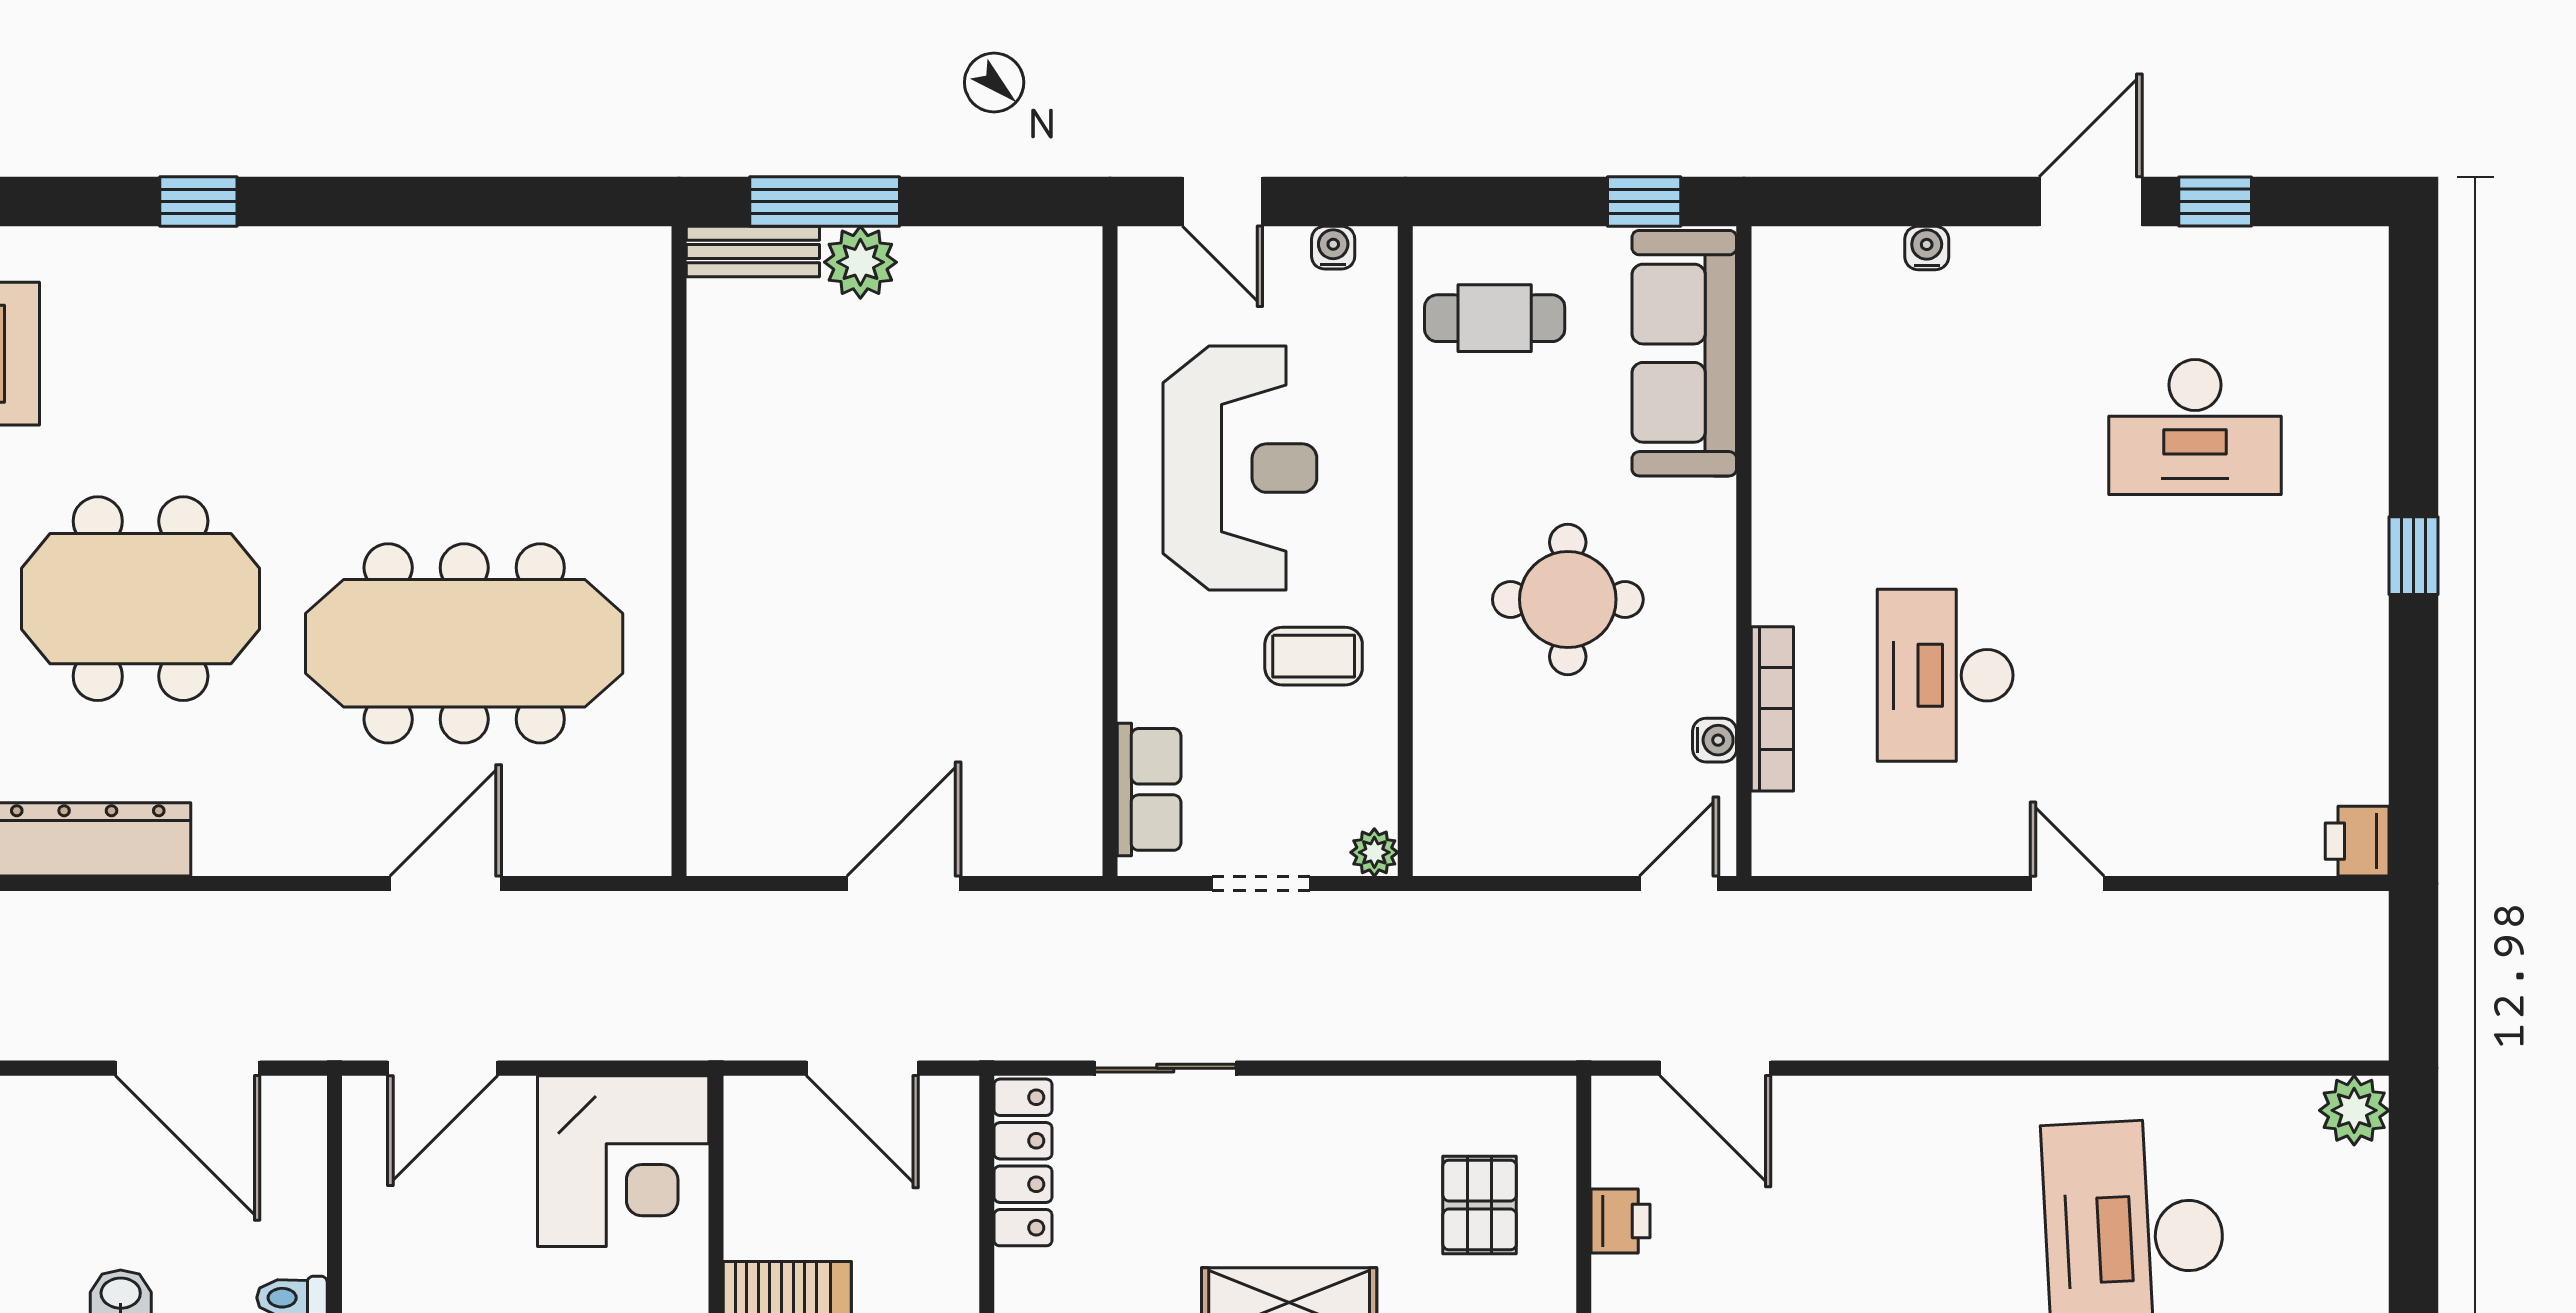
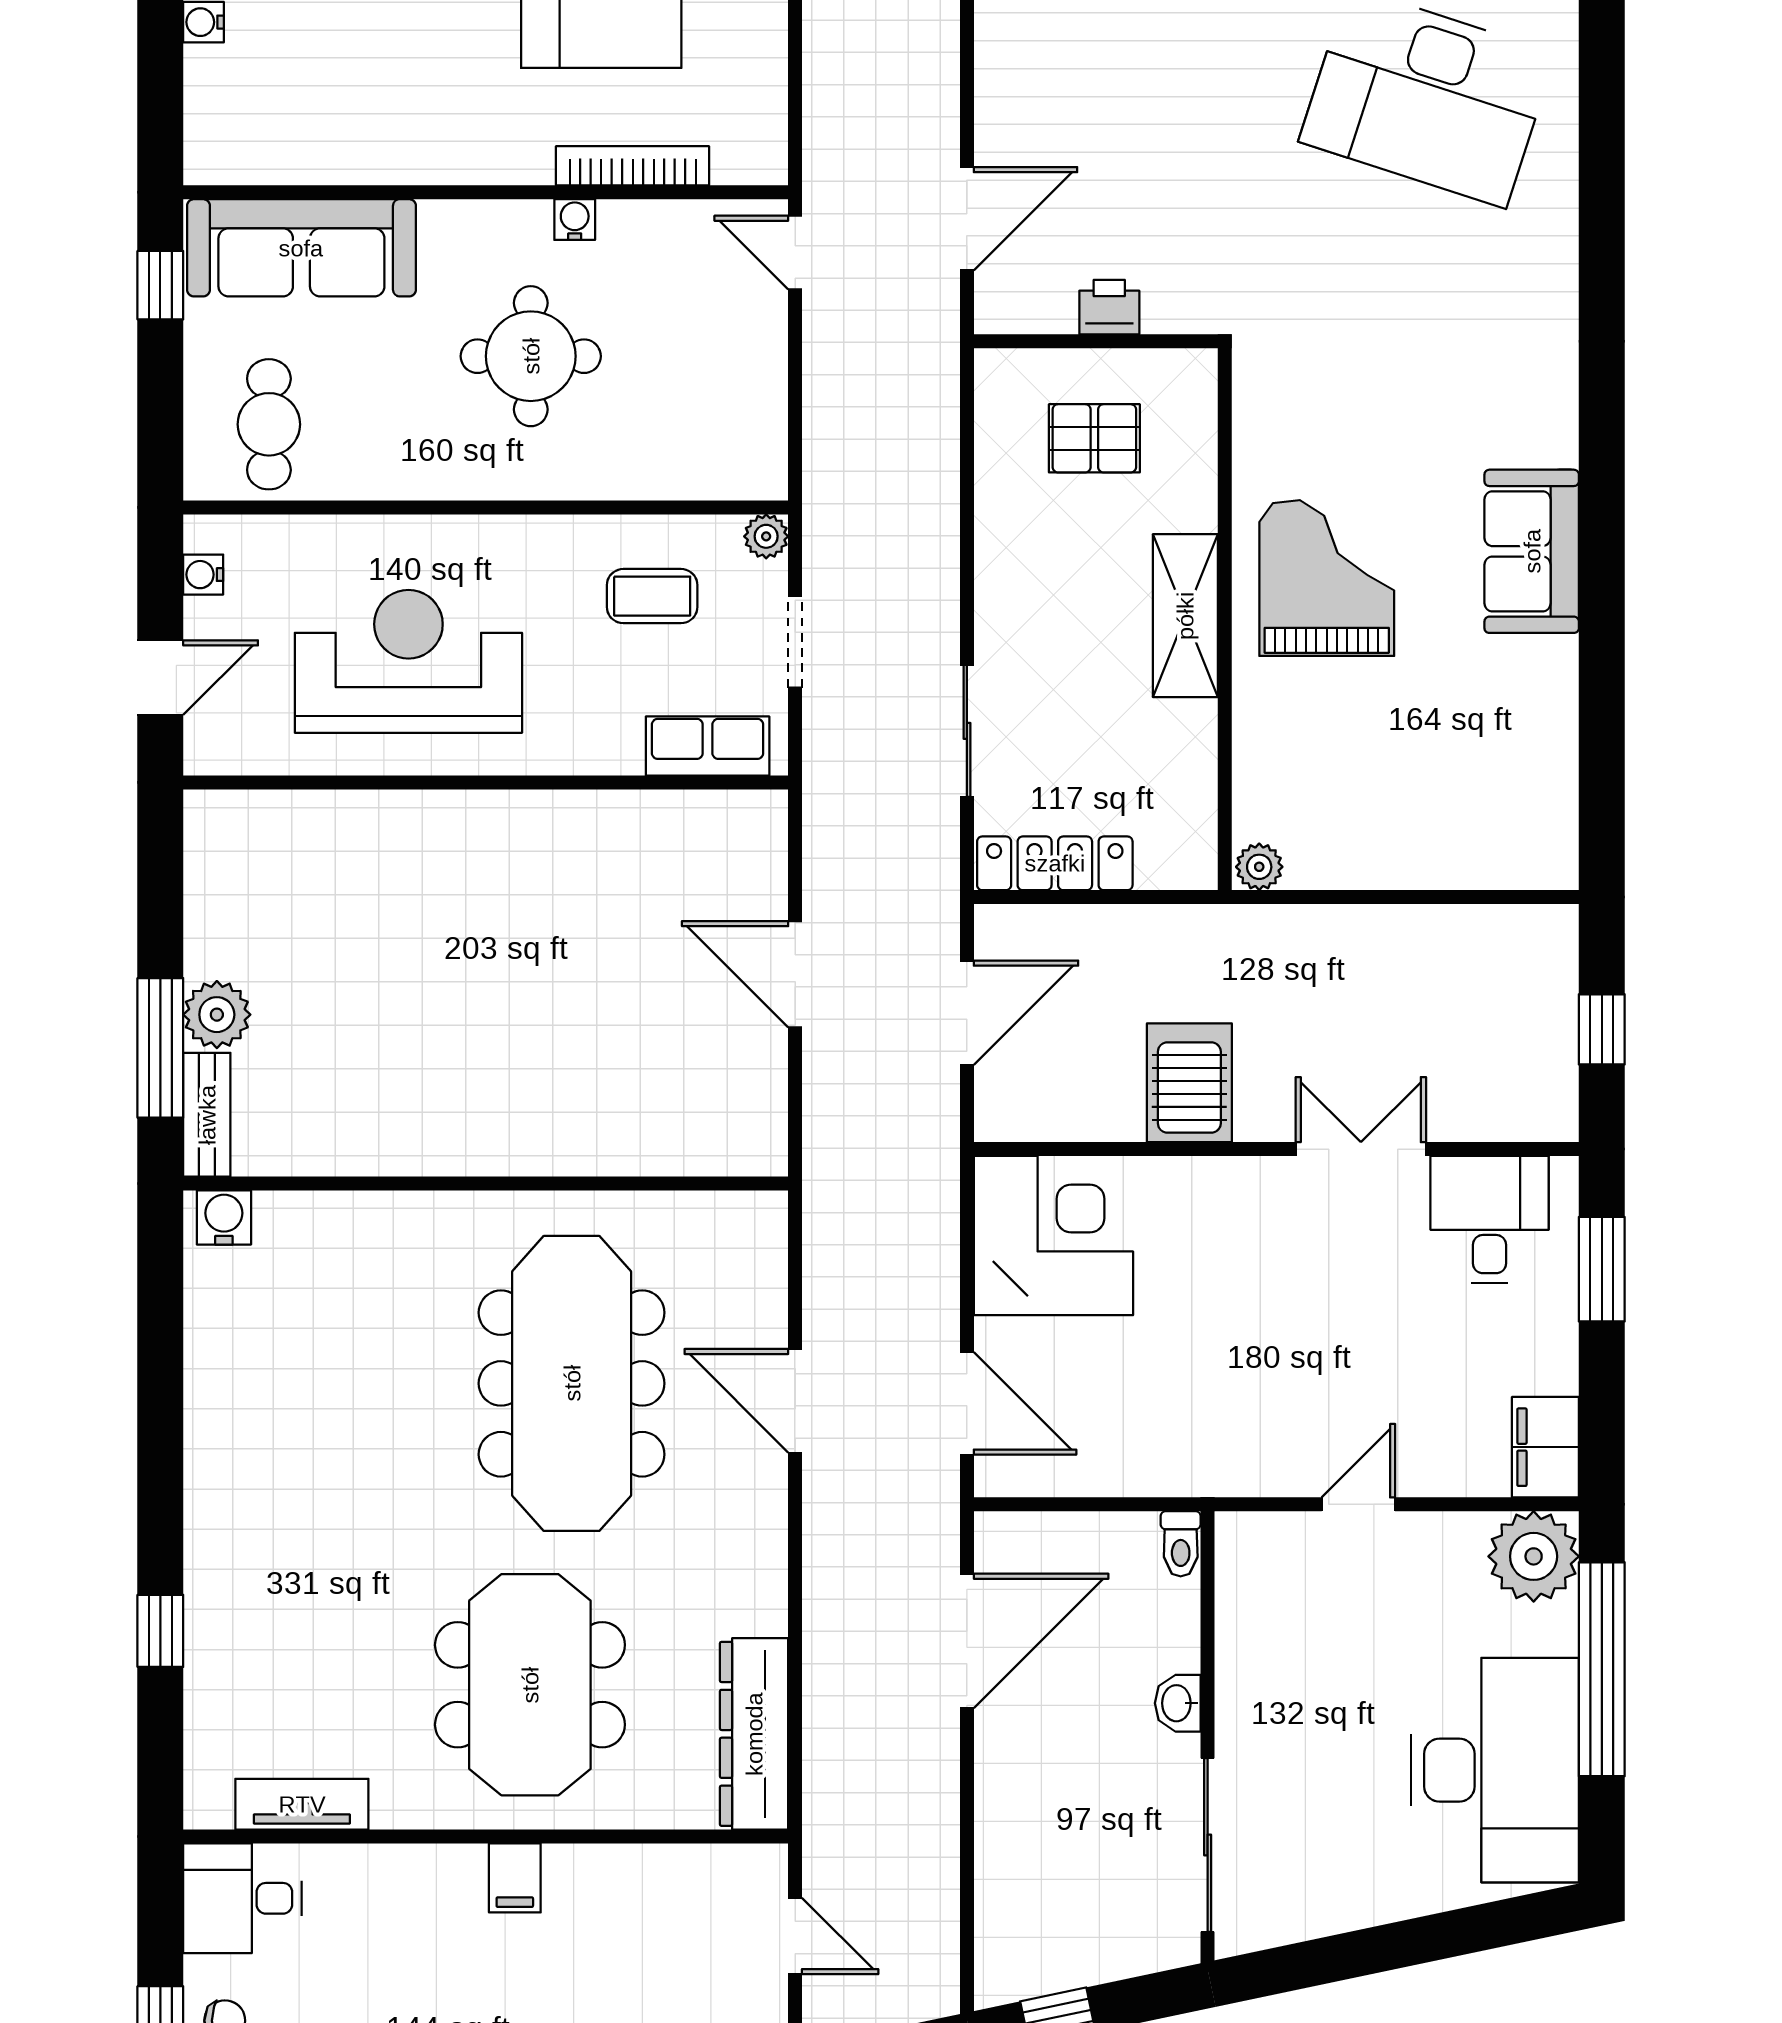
water cooler: (643, 270) -> (224, 1217), added
coffee table: (1314, 656) -> (652, 596), moved, turned 90
water cooler: (1715, 740) -> (575, 220), moved

